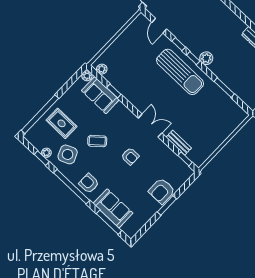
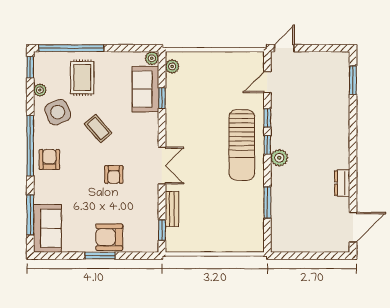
window: (42, 158) -> (30, 67), moved
sofa: (113, 208) -> (47, 228), moved

